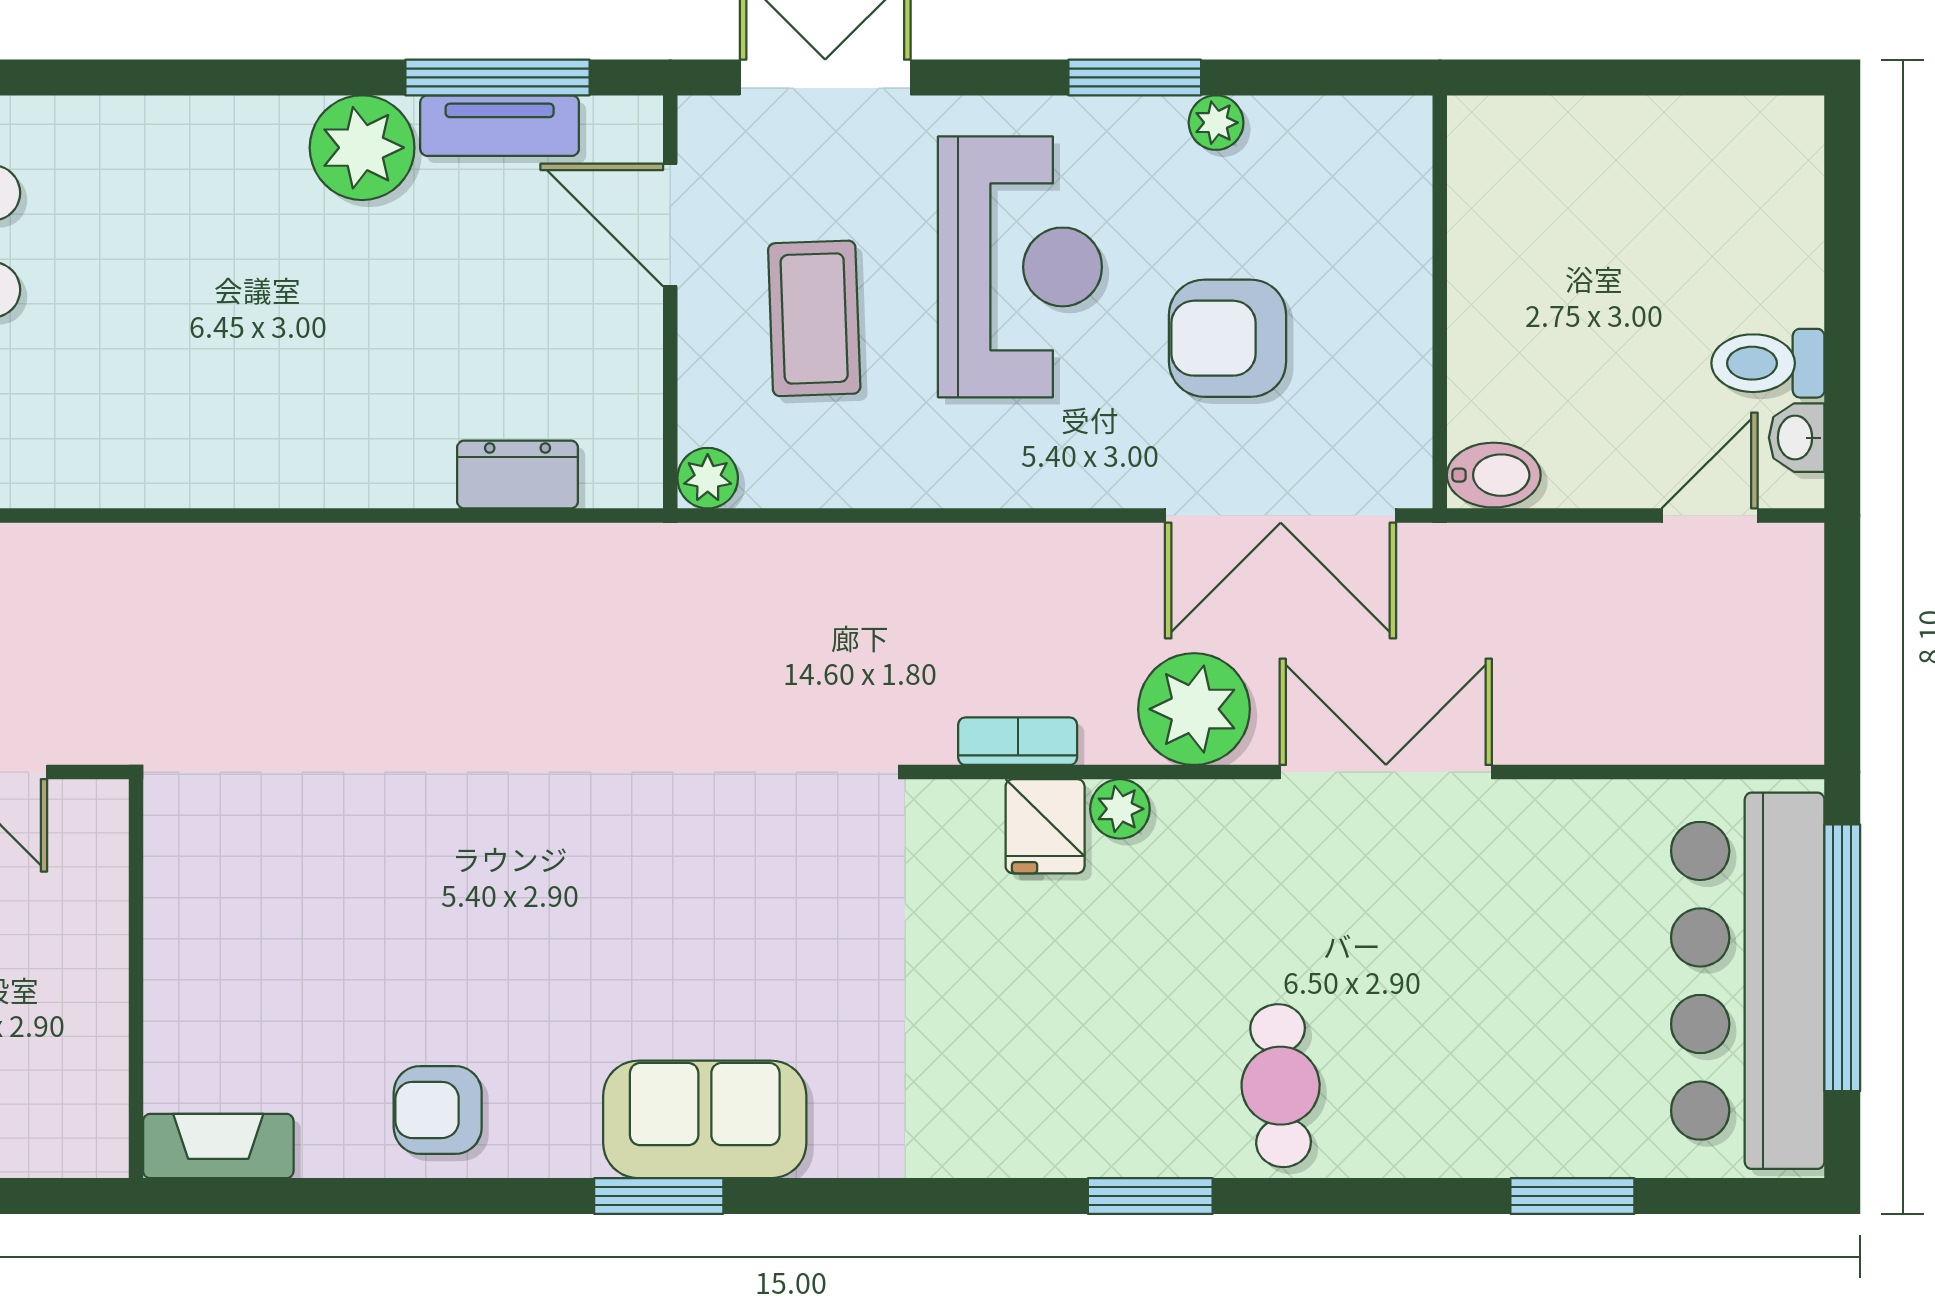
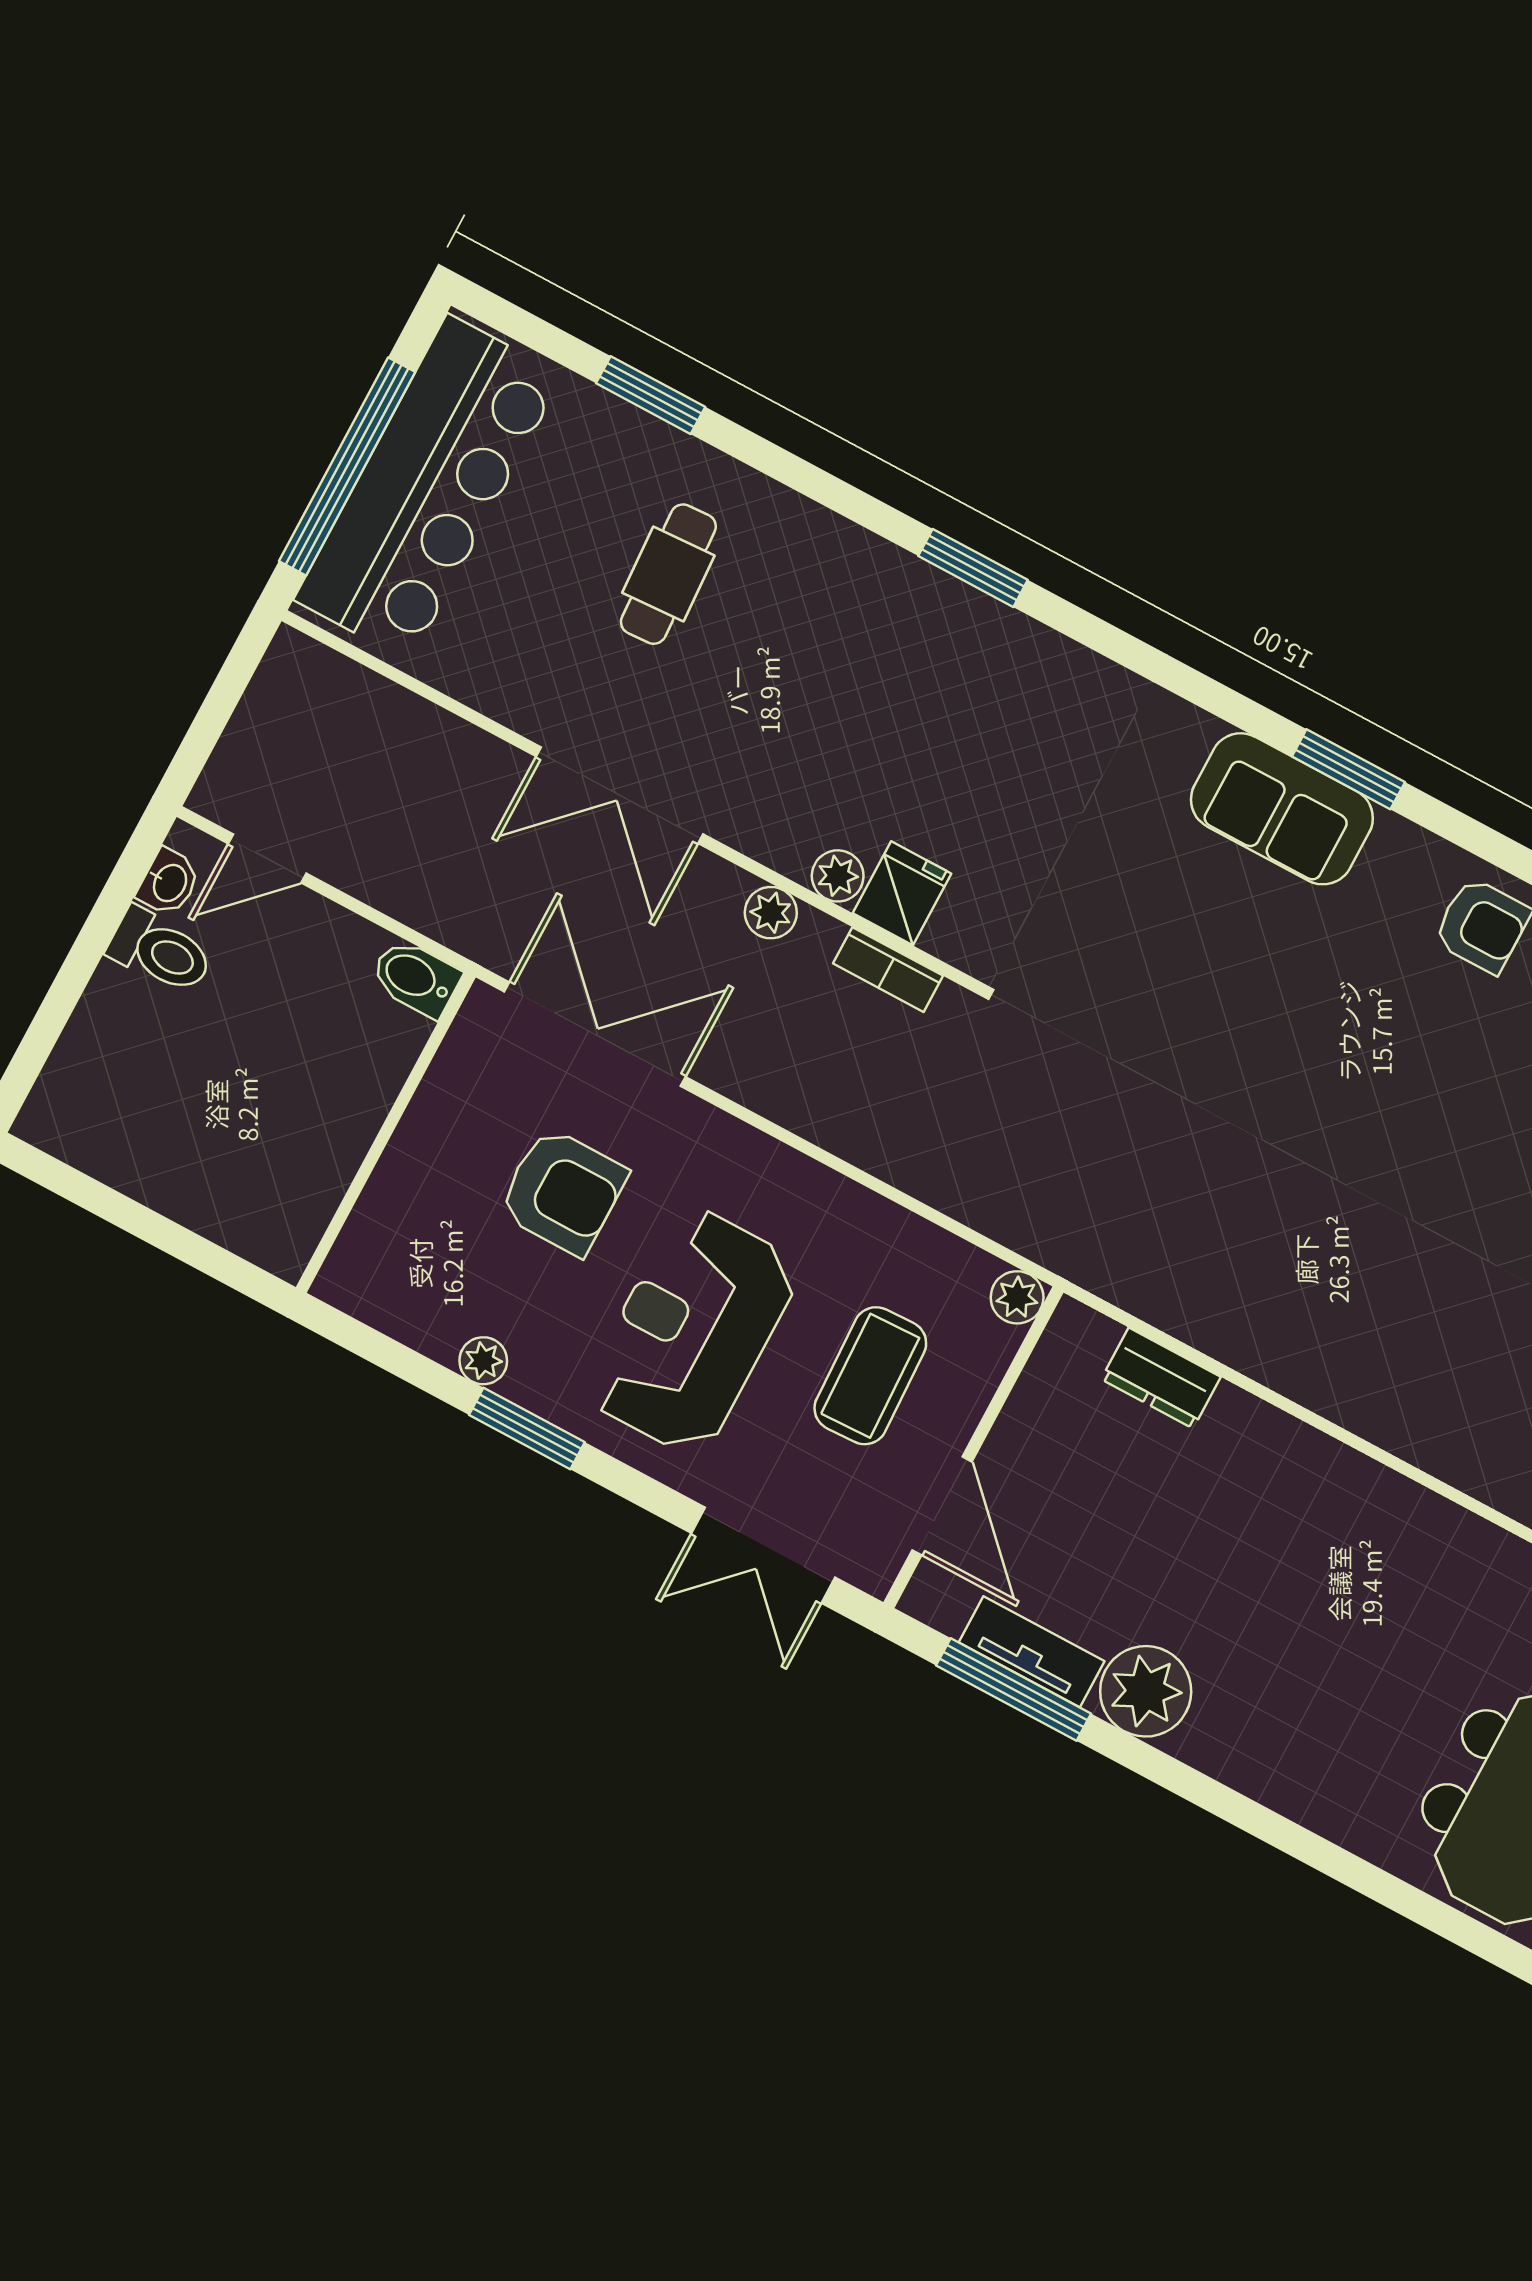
plant: (1194, 709) -> (771, 913), width x0.53, depth x0.53
cafe table: (1281, 1086) -> (668, 574), moved

